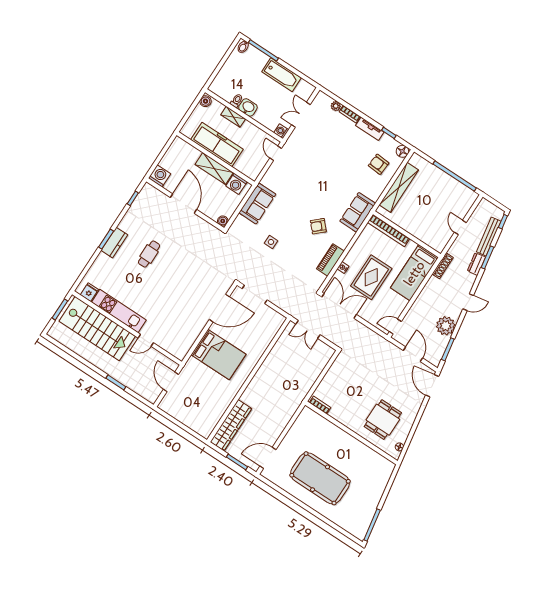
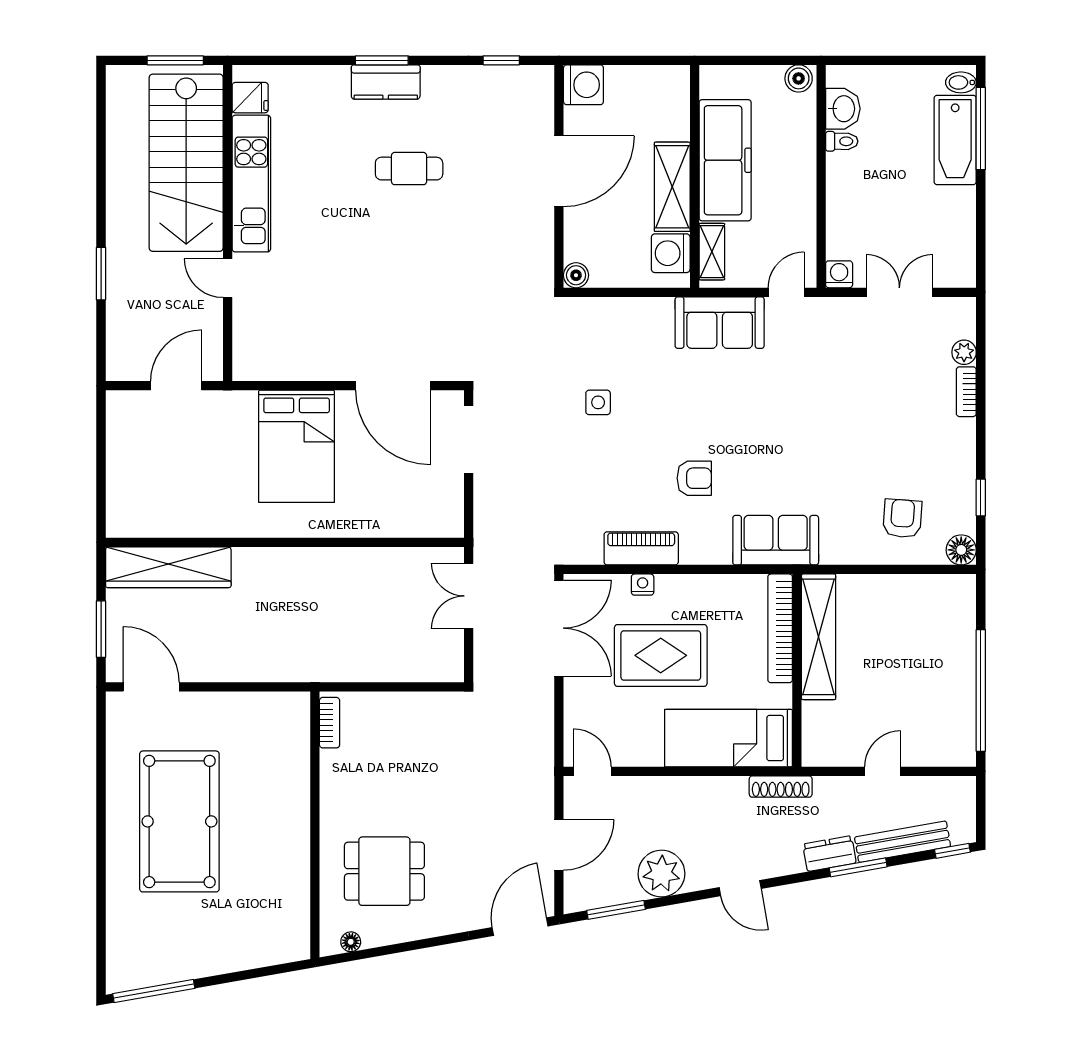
bathtub: (281, 75) -> (955, 140), moved
washbasin: (248, 107) -> (843, 109), moved
shelving: (233, 117) -> (712, 252), moved
tv unit: (370, 129) -> (963, 453), removed
shelving: (399, 187) -> (819, 637), moved, turned 90
sofa: (257, 203) -> (720, 323), moved
armchair: (318, 226) -> (694, 478), turned 133

